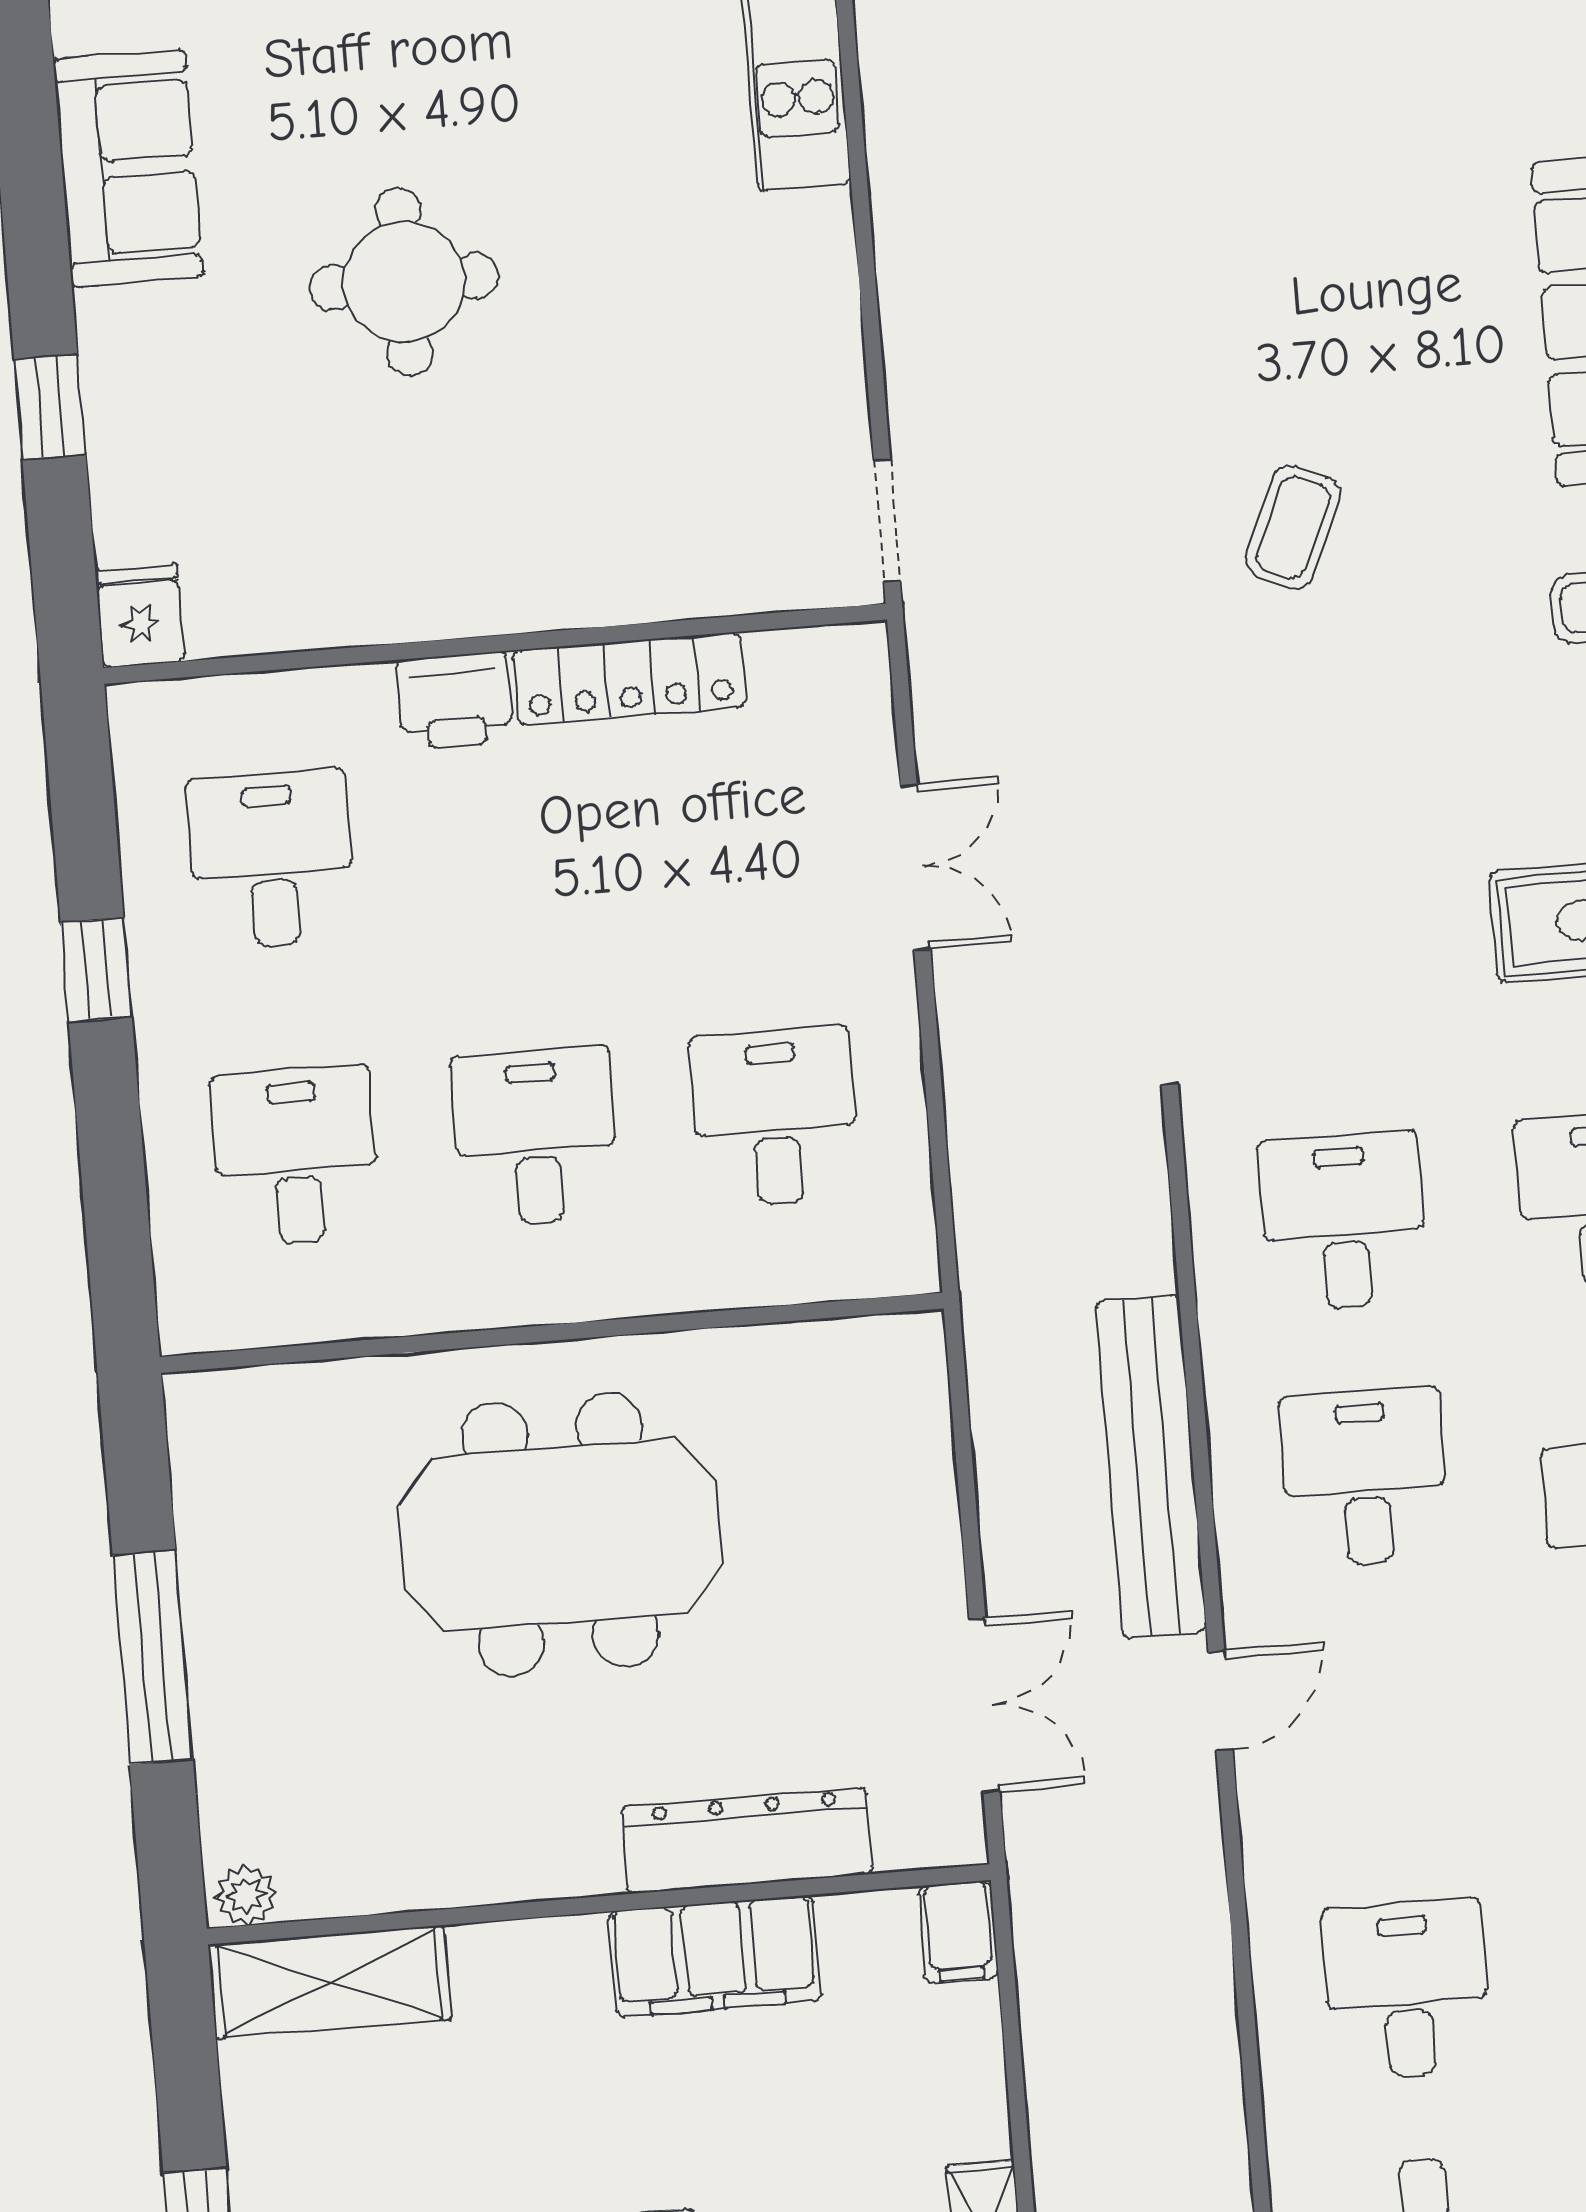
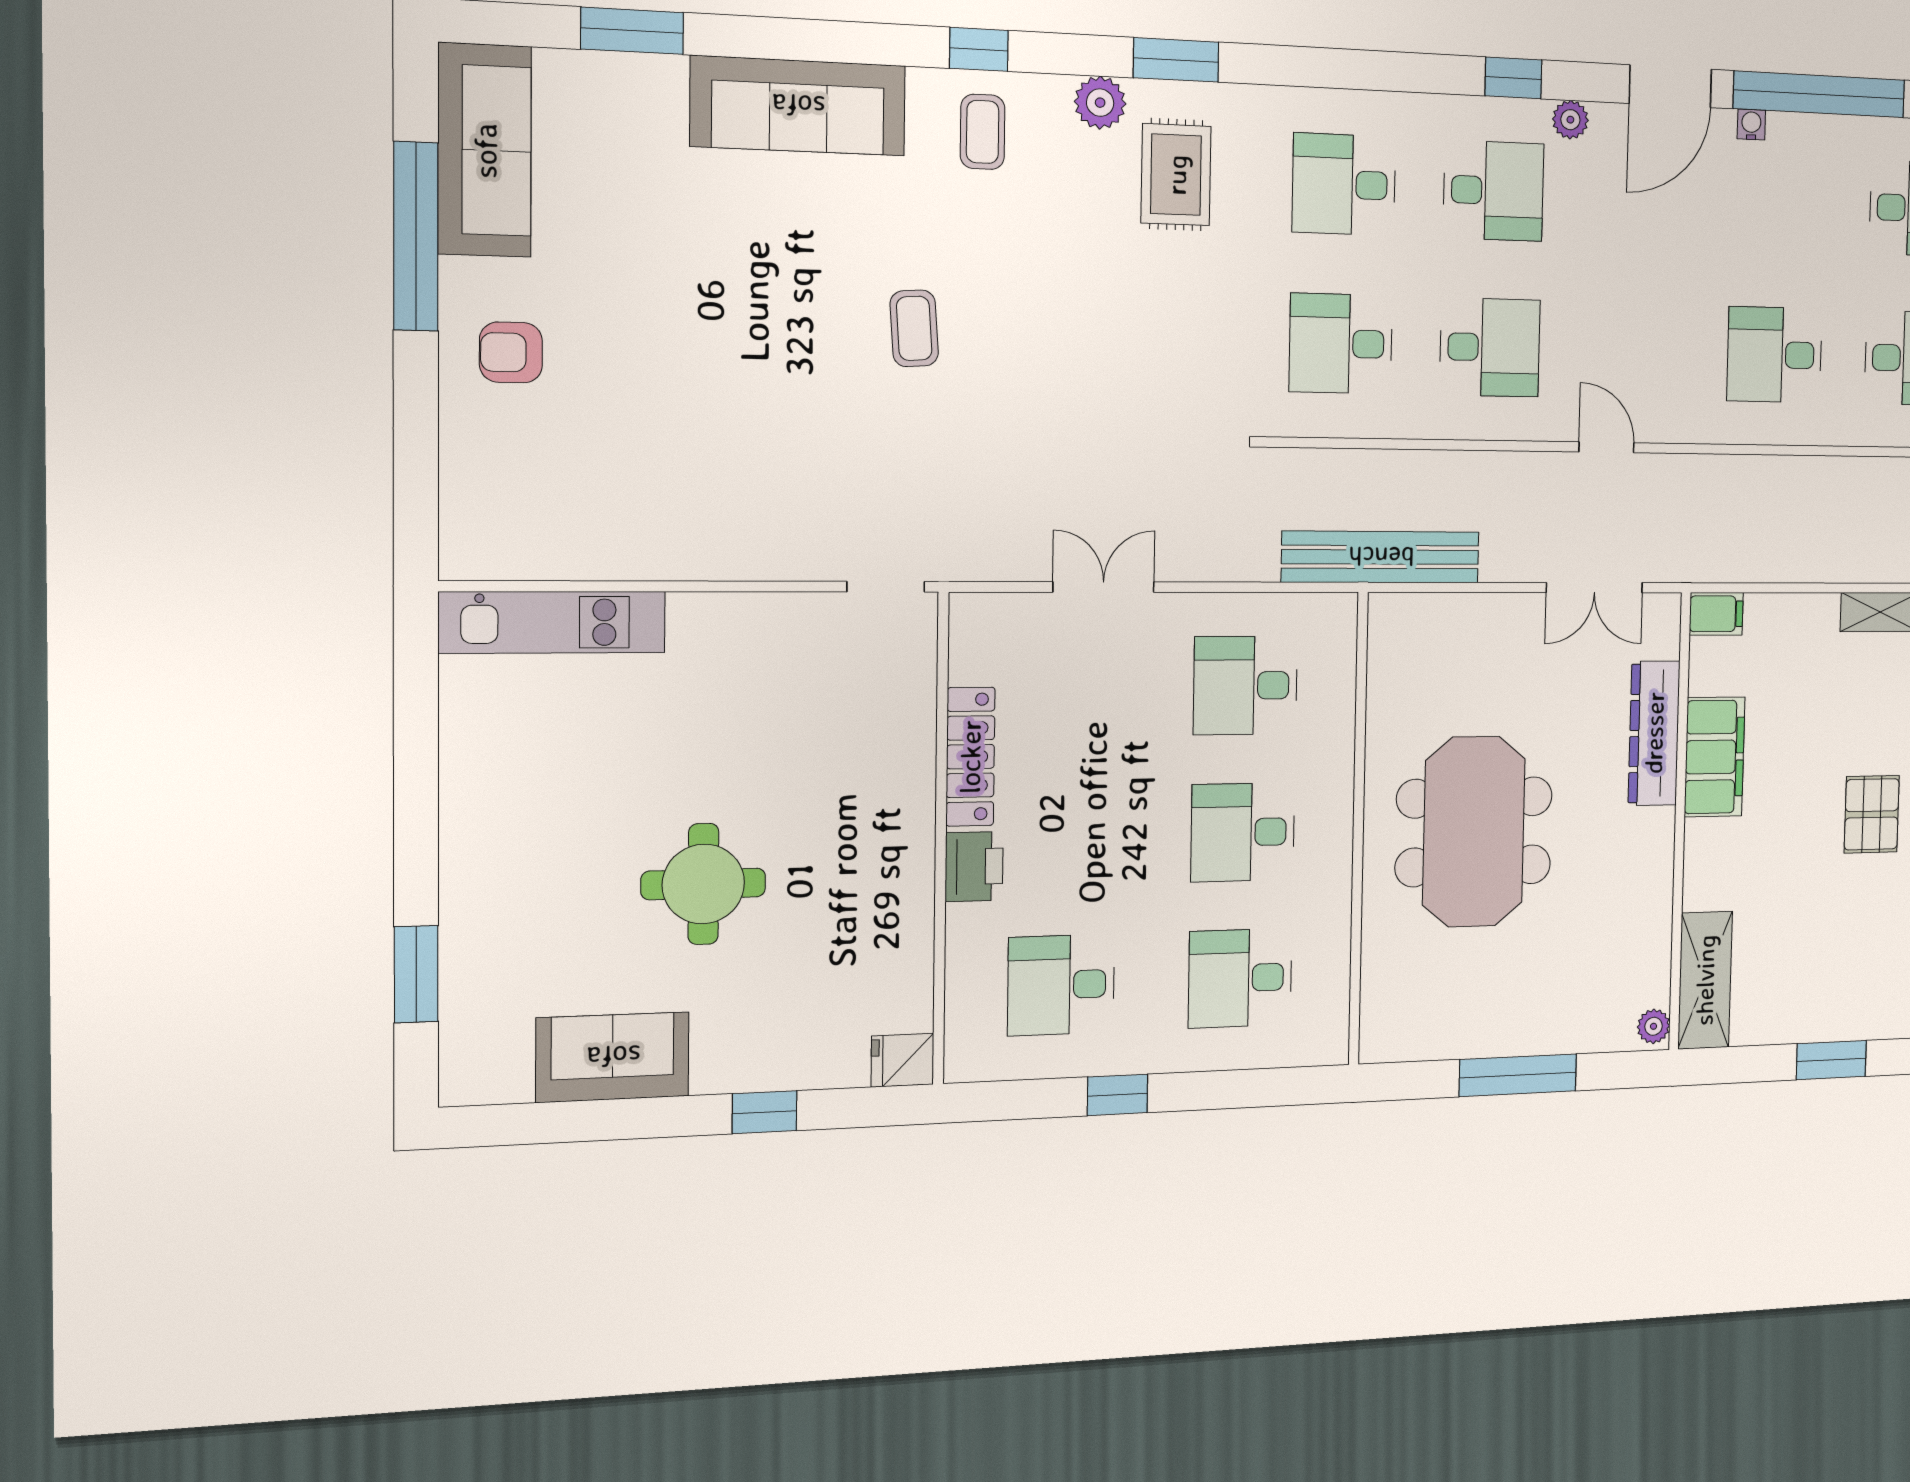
coffee table: (1293, 527) -> (914, 328), turned 62
bench: (1151, 1467) -> (1381, 557), moved
desk: (1365, 1477) -> (1490, 347), turned 180
double door: (984, 1705) -> (1594, 588), swing flipped

